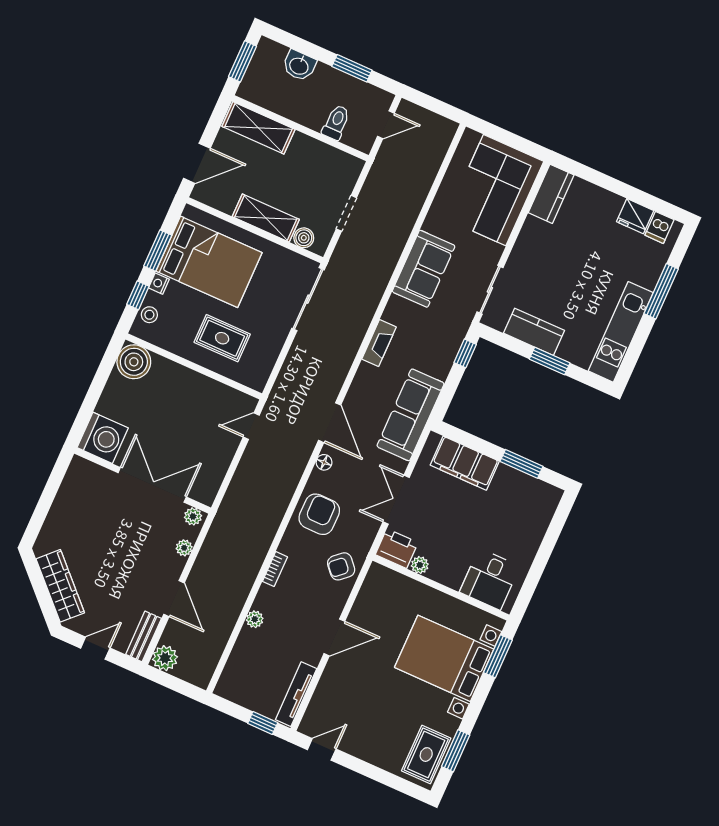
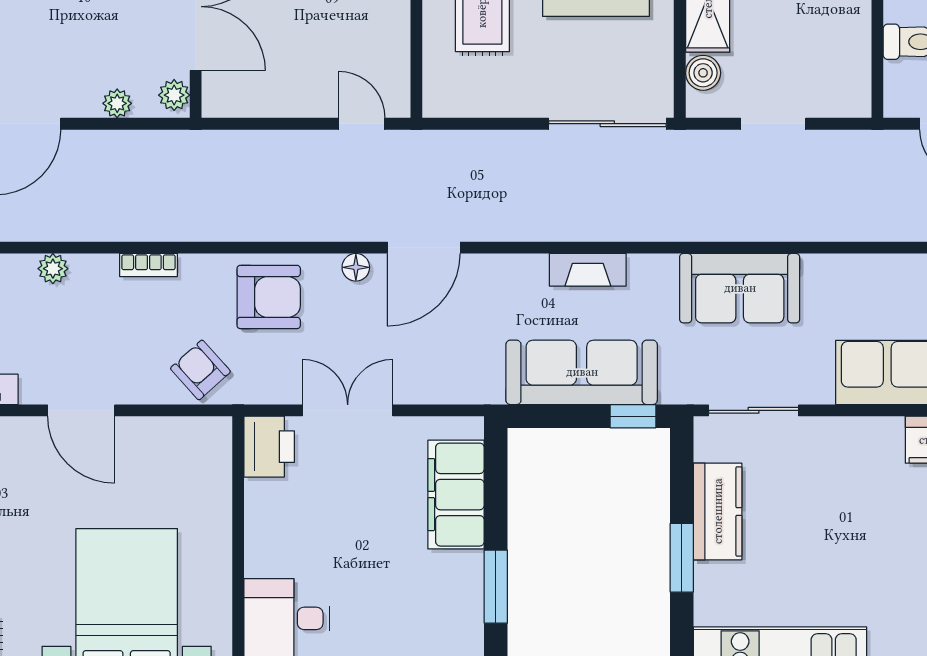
sofa: (411, 415) -> (582, 372), moved
plant: (420, 565) -> (259, 496), removed

